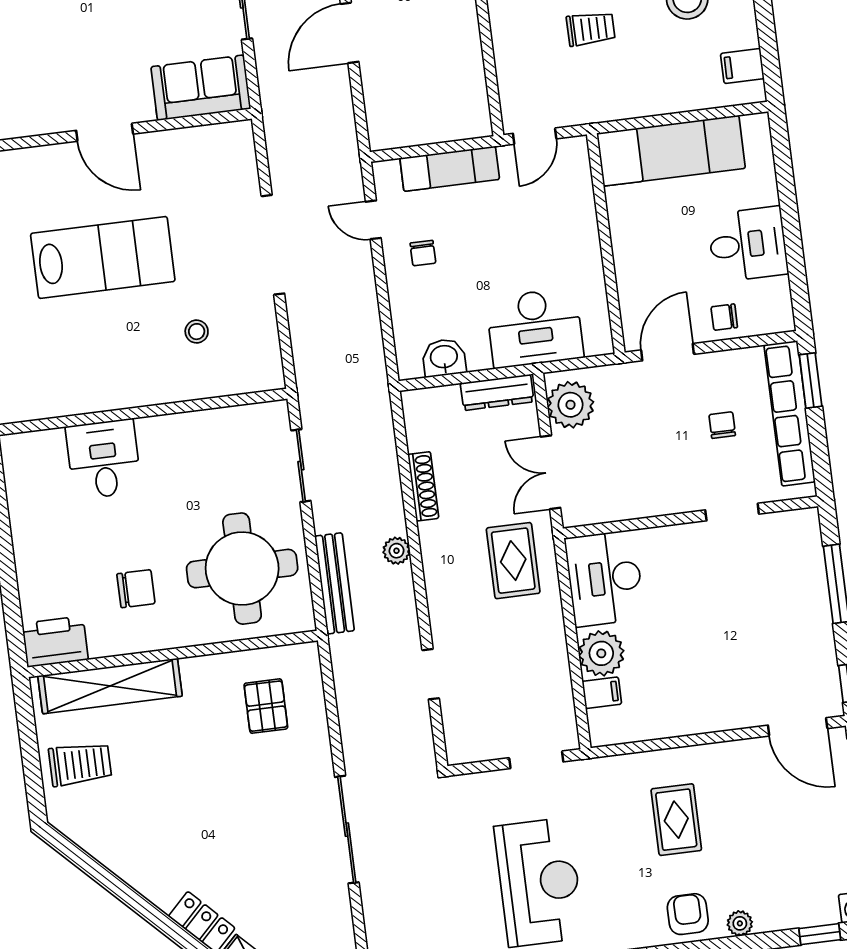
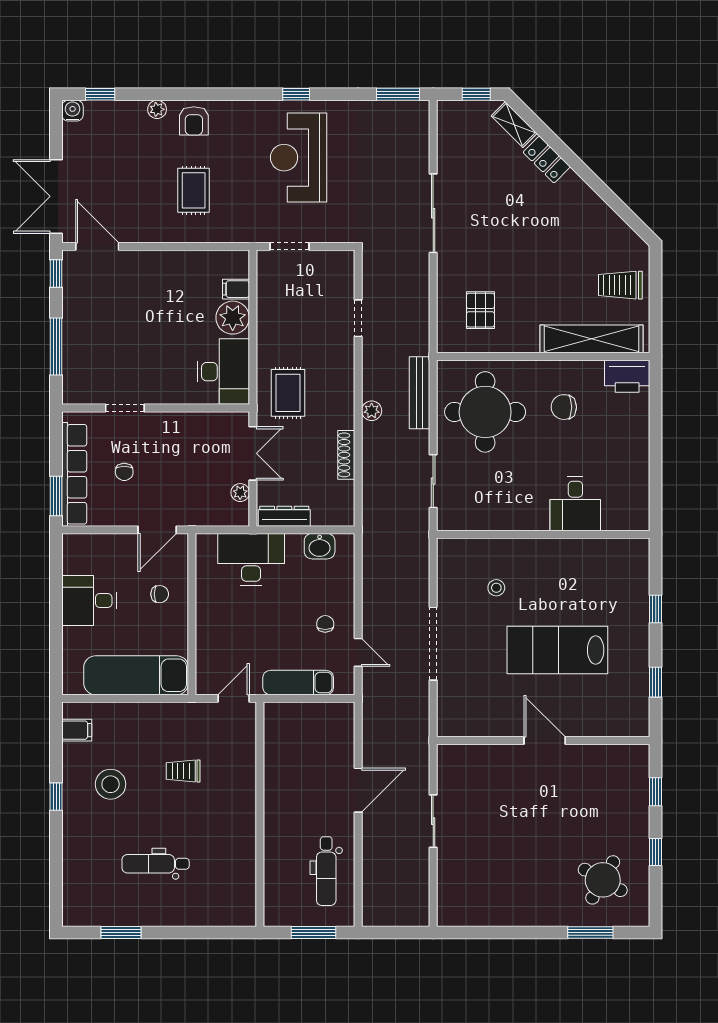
sofa: (201, 88) -> (471, 764), removed
chair: (724, 317) -> (160, 594), moved
plant: (571, 405) -> (240, 493), width x0.53, depth x0.53

